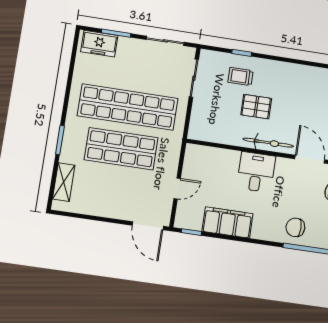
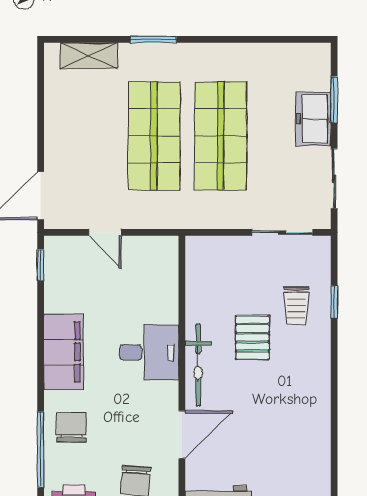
freezer: (99, 44) -> (313, 119), moved
trolley: (241, 77) -> (296, 306), turned 180
shop shelf: (128, 107) -> (221, 136), width x0.71
filing cabinet: (228, 223) -> (64, 352), moved

